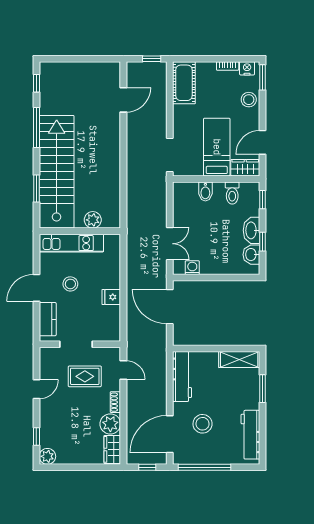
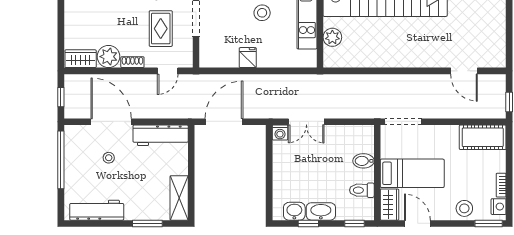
washing machine: (192, 268) -> (280, 133), moved, turned 90
door: (170, 307) -> (224, 122), moved
stool: (203, 424) -> (109, 158), width x0.53, depth x0.53
door: (170, 434) -> (111, 122), moved

